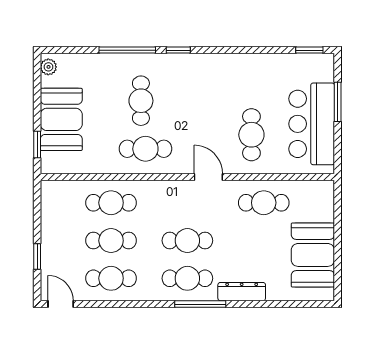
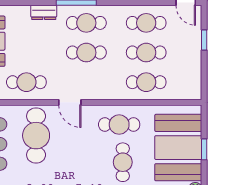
booth: (61, 119) -> (178, 148), width x1.36, depth x1.42
cafe table: (251, 135) -> (36, 136), width x1.37, depth x1.35
window: (37, 144) -> (204, 149), moved
dresser: (242, 292) -> (44, 12), width x0.70

